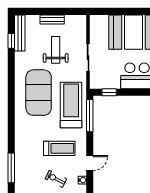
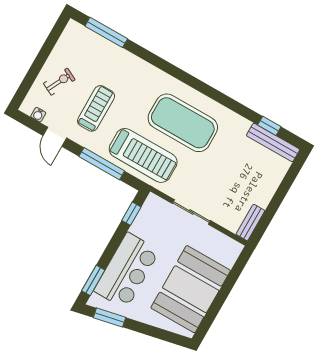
bench: (52, 19) -> (250, 222), moved
weight bench: (56, 50) -> (225, 176), removed
window: (90, 116) -> (102, 164), moved
treadmill: (59, 148) -> (96, 108), turned 180

